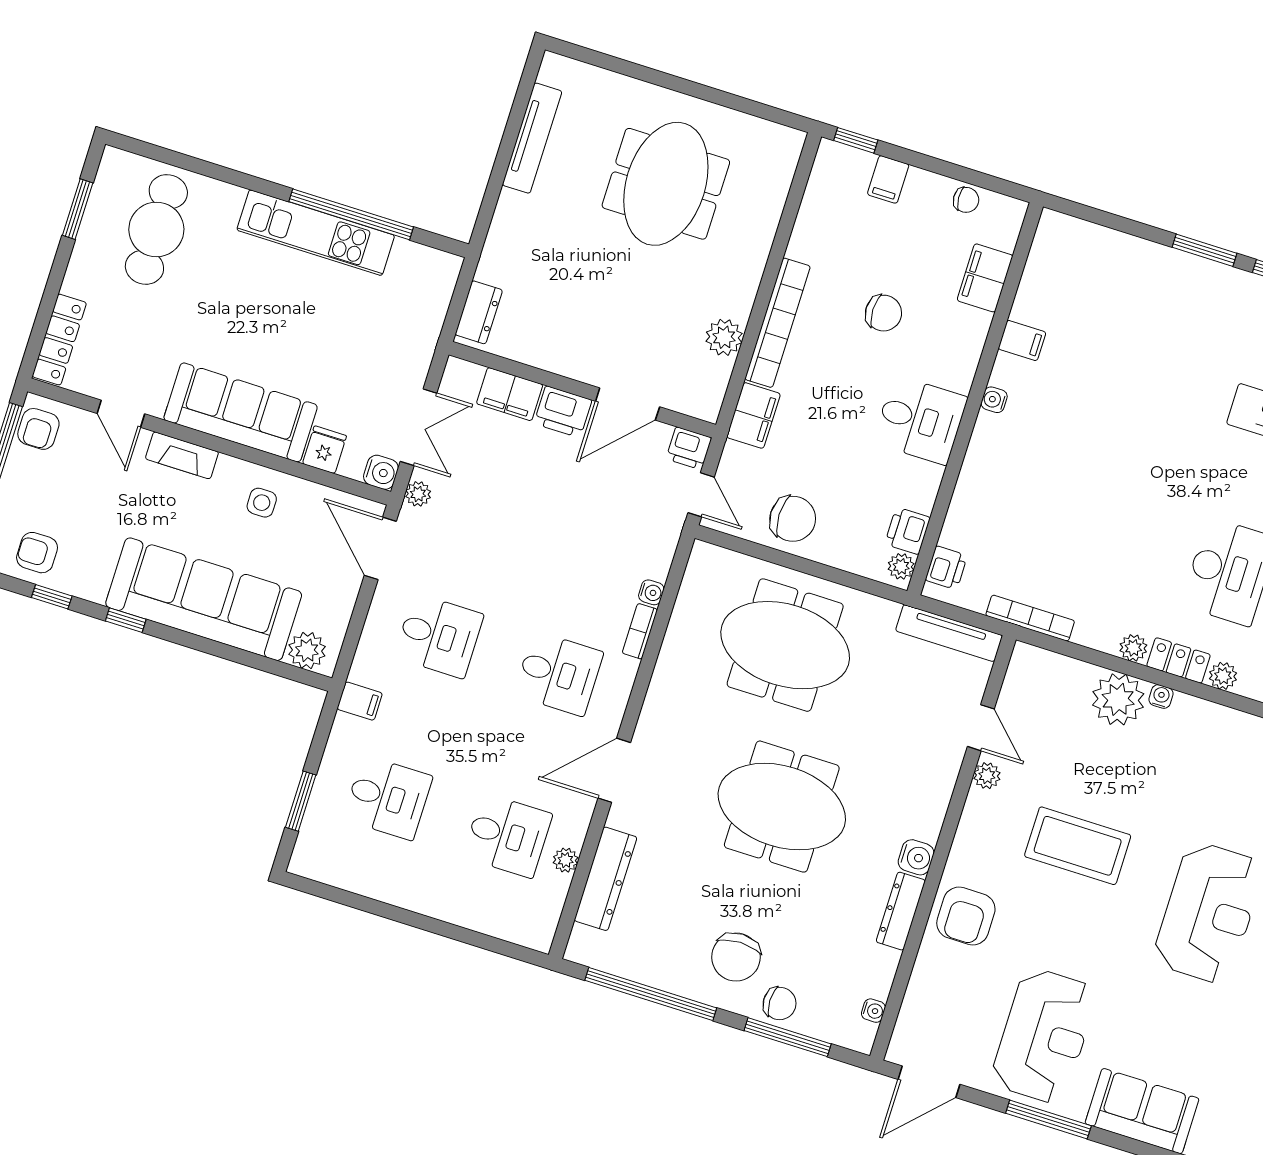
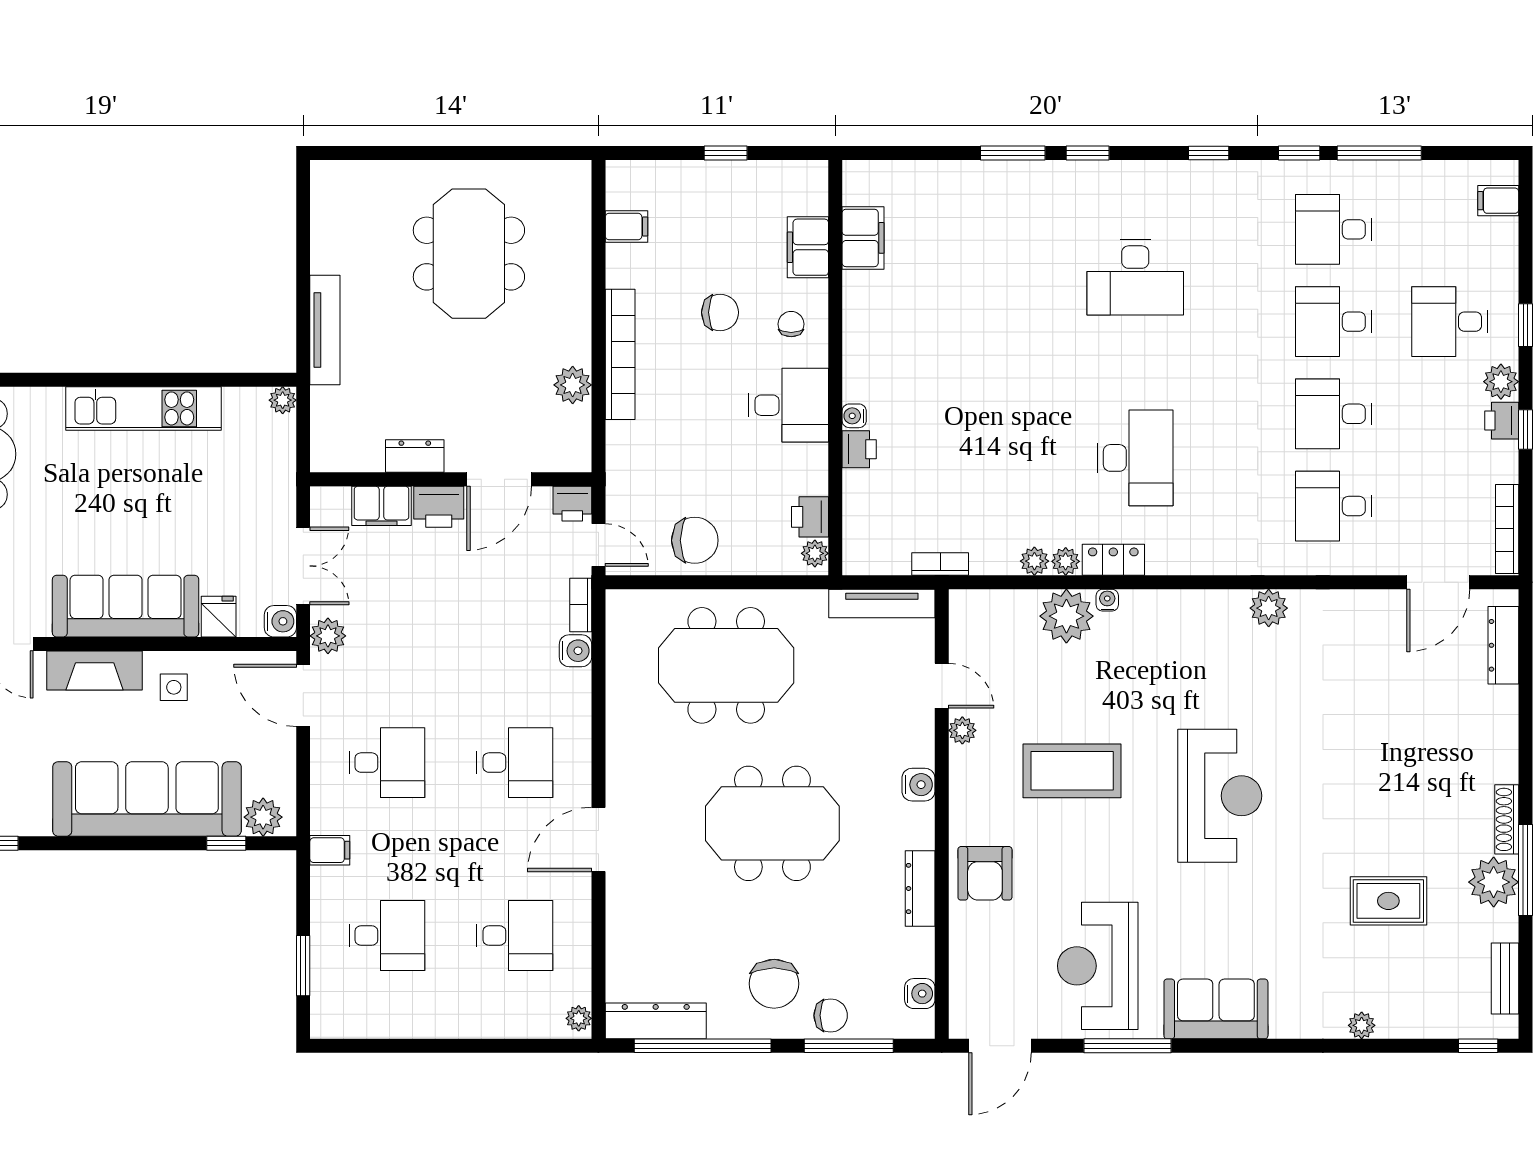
tv unit: (532, 138) -> (325, 330), moved
window: (856, 140) -> (726, 153), moved
filing cabinet: (888, 179) -> (626, 227), moved, turned -90
chair: (966, 200) -> (791, 324), moved, turned -87
window: (351, 214) -> (172, 380), removed
plant: (448, 266) -> (283, 400), added
dresser: (479, 312) -> (415, 456), moved, turned -90
filing cabinet: (1022, 341) -> (863, 238), moved, width x2.00
water cooler: (994, 400) -> (854, 416), moved
filing cabinet: (753, 415) -> (625, 452), removed
fireplace: (182, 455) -> (95, 671), width x1.37, depth x1.32
plant: (418, 494) -> (328, 636), width x1.38, depth x1.38
printer: (946, 568) -> (859, 449), moved
water cooler: (651, 592) -> (575, 651), width x1.38, depth x1.38
bookcase: (1030, 618) -> (940, 564), width x0.64
window: (126, 620) -> (226, 843), moved
bookcase: (640, 631) -> (581, 605), moved
plant: (1223, 676) -> (1034, 561), moved
water cooler: (916, 857) -> (918, 785), moved
plant: (566, 860) -> (579, 1018), moved
dresser: (606, 879) -> (656, 1021), moved, turned -90
water cooler: (873, 1011) -> (920, 994), width x1.38, depth x1.38
reception desk: (1044, 1036) -> (1098, 966), turned 180

